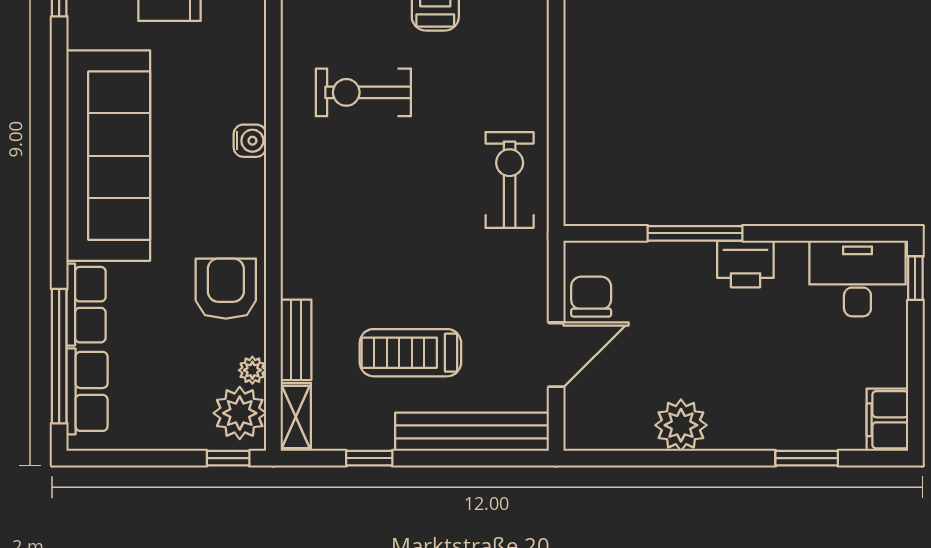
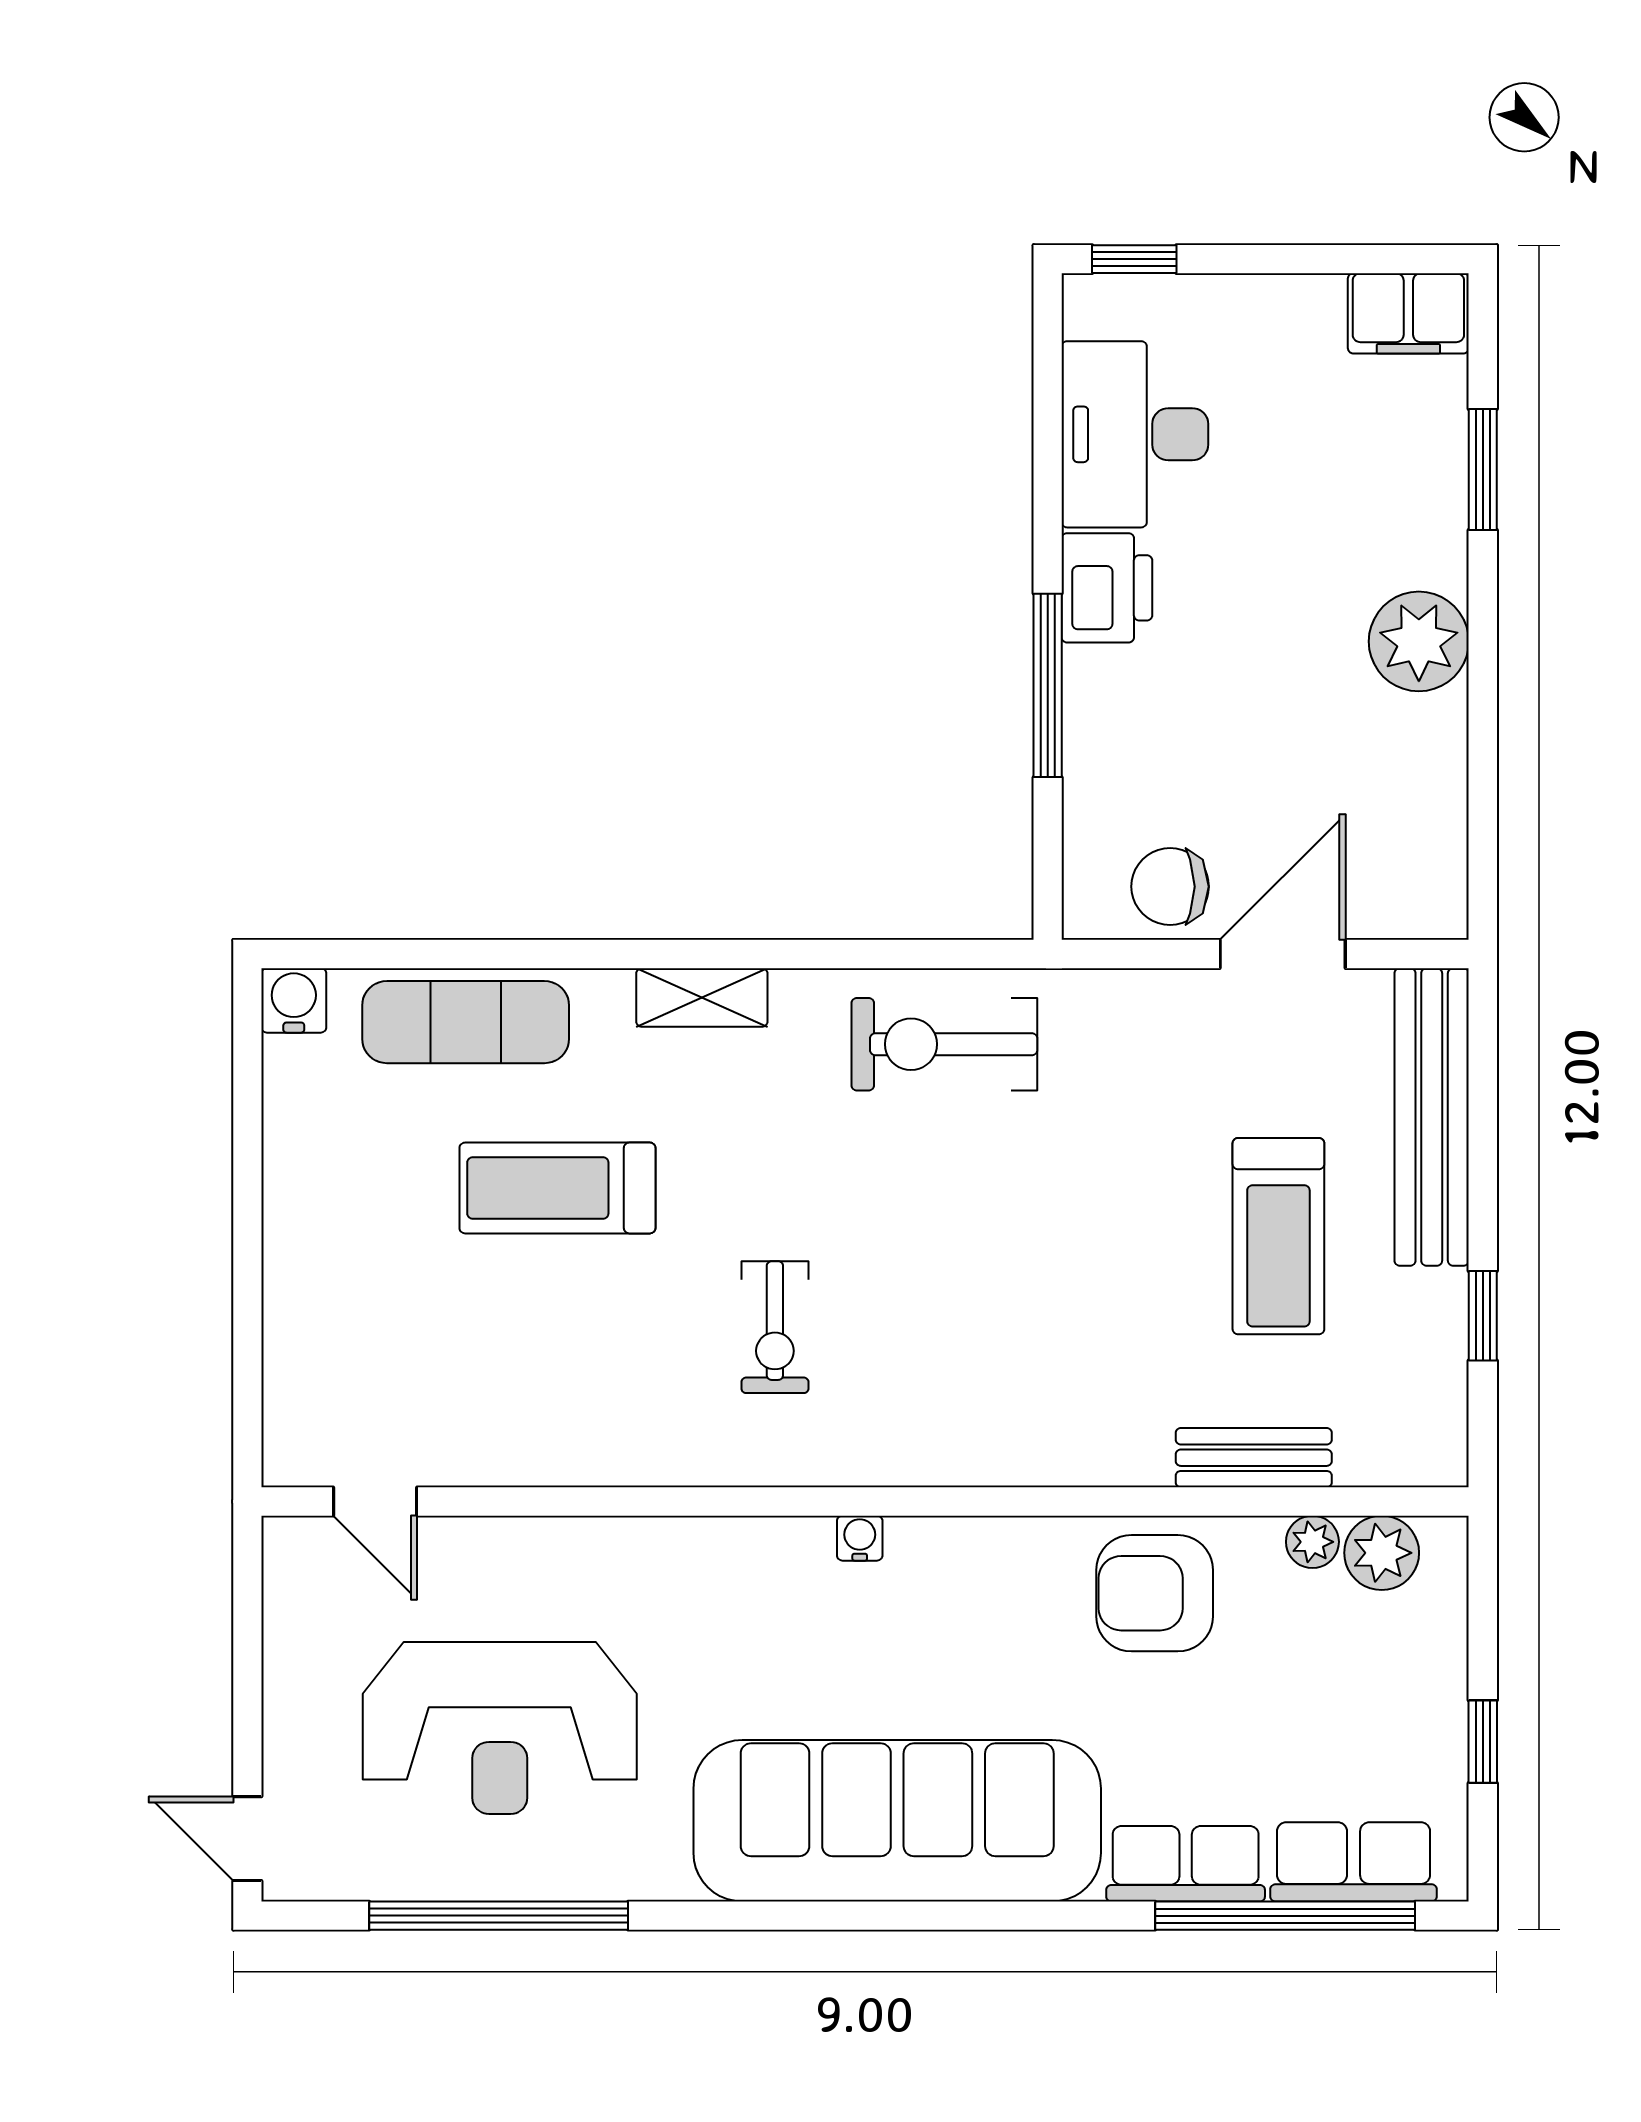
exercise bike: (363, 92) -> (775, 1327), width x0.73, depth x0.72
water cooler: (250, 141) -> (860, 1538), width x0.72, depth x0.72
desk: (857, 278) -> (1135, 434), moved
door: (556, 355) -> (1283, 954), hinge flipped
plant: (240, 413) -> (1382, 1553), width x0.73, depth x0.73
shelving: (296, 417) -> (702, 997), moved
plant: (681, 425) -> (1419, 641), moved
window: (228, 458) -> (1483, 1742), moved

